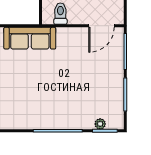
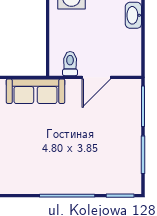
door: (101, 26) -> (96, 77), moved
plant: (100, 124) -> (115, 188), removed

